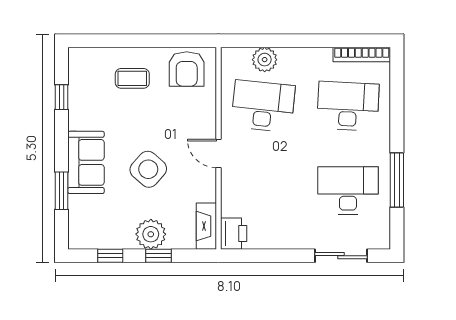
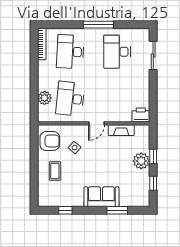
side table: (148, 169) -> (75, 147), moved, width x0.54, depth x0.54
window: (397, 180) -> (98, 25), moved
fireplace: (206, 226) -> (121, 130), moved

